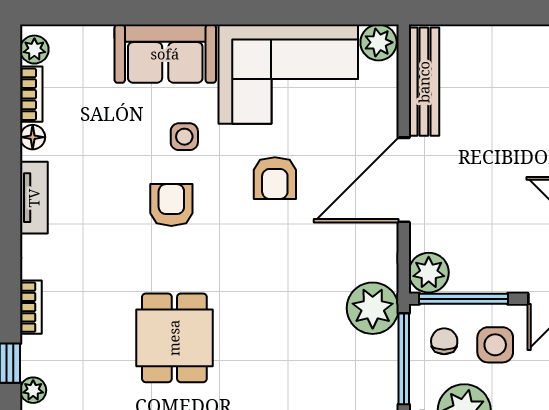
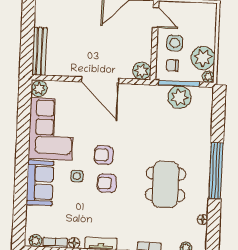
bench: (424, 82) -> (39, 51), moved, turned 90
armchair: (275, 178) -> (104, 155), moved, turned 180
window: (464, 299) -> (154, 56), removed
plant: (373, 308) -> (179, 97), moved
dining table: (174, 338) -> (165, 184), width x1.37

